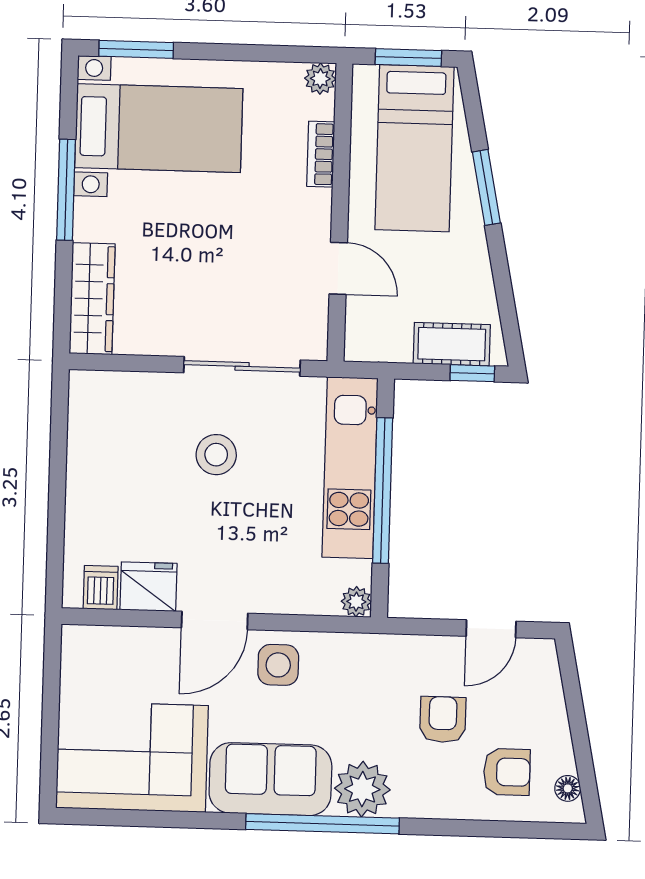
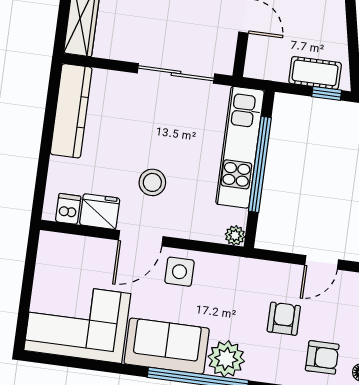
kitchen counter: (90, 439) -> (71, 111), added
stool: (216, 455) -> (152, 182), moved

